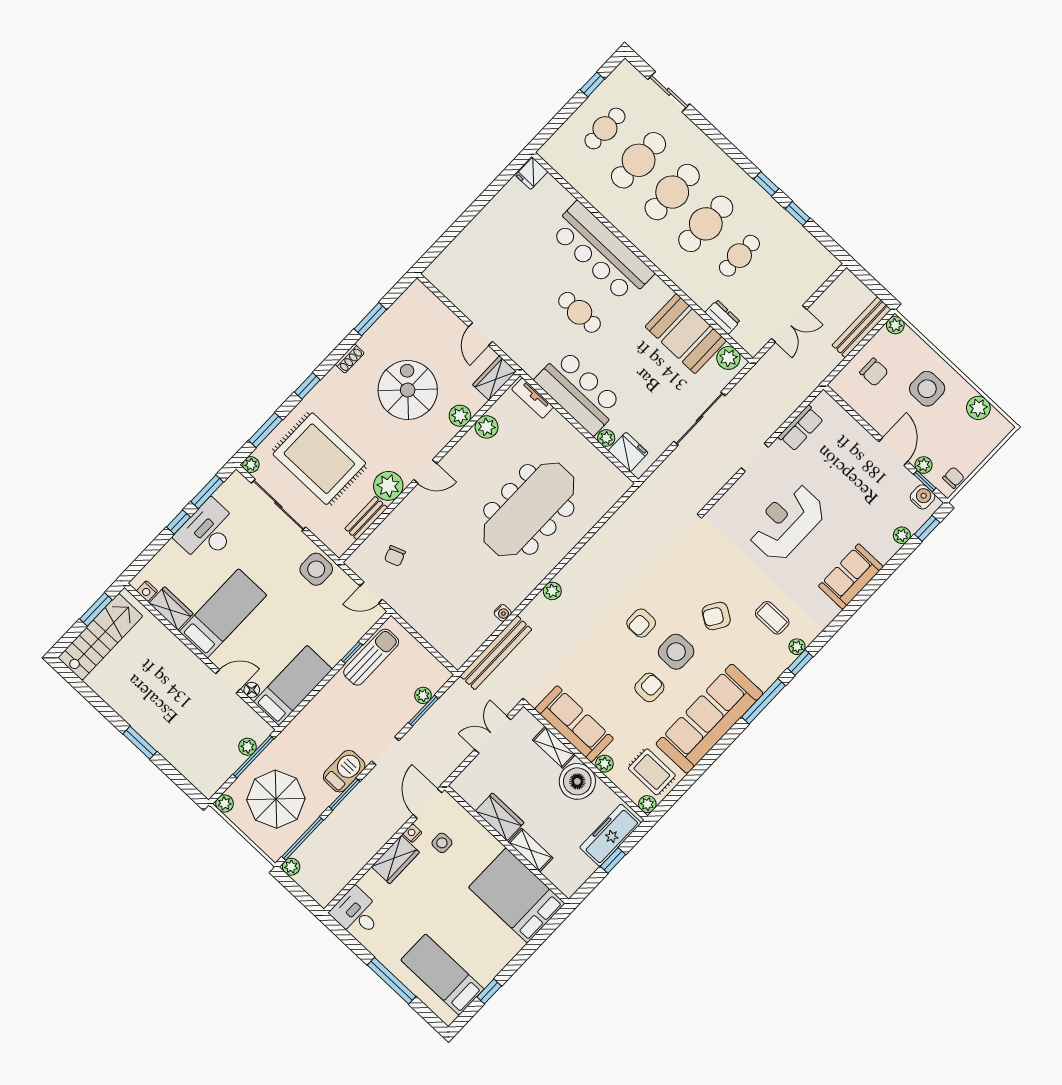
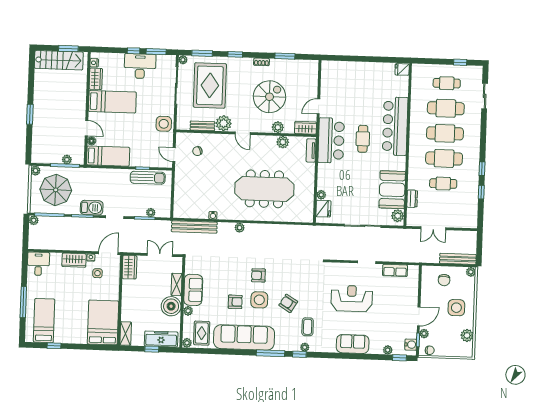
bar counter: (579, 392) -> (331, 140), moved
sofa: (574, 724) -> (193, 290), width x0.73
wardrobe: (500, 817) -> (130, 267), moved
shelving: (531, 850) -> (126, 334), moved

